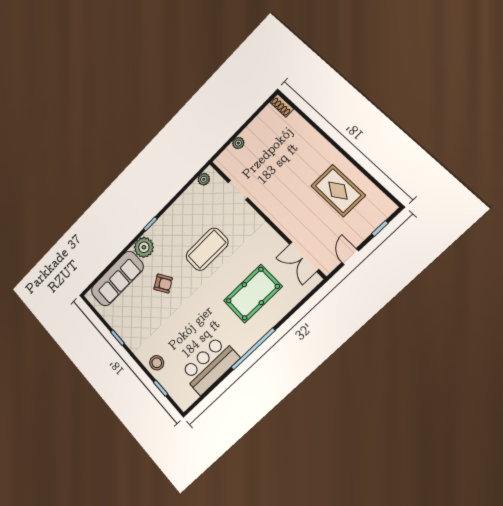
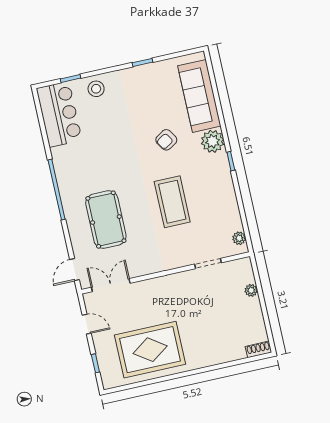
rug: (338, 191) -> (150, 350), width x1.37, depth x1.44
door: (310, 295) -> (74, 270), added
bar counter: (210, 365) -> (59, 114), moved

